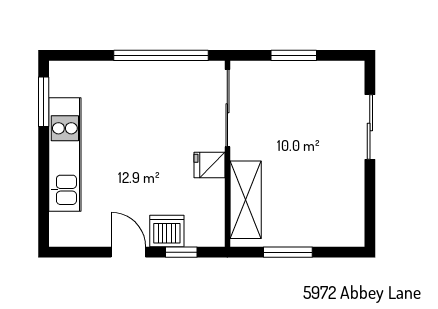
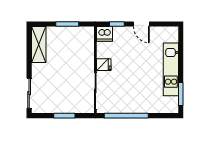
sliding door: (370, 127) -> (29, 93), moved
shelving: (246, 200) -> (39, 45), moved
dishwasher: (167, 231) -> (104, 34), moved

